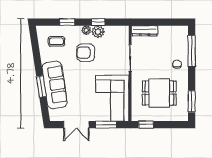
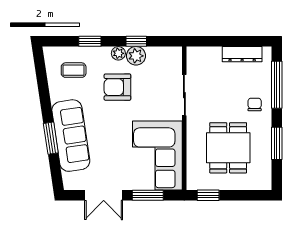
dresser: (145, 31) -> (242, 54), moved
dining table: (159, 93) -> (228, 148), turned 90
window: (192, 101) -> (277, 143), moved

